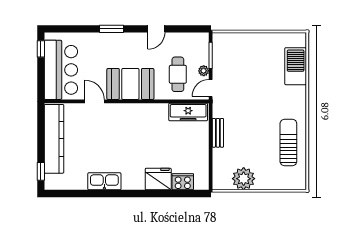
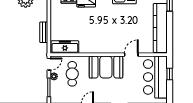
window: (41, 49) -> (170, 74), moved
door: (95, 101) -> (131, 55), swing flipped

